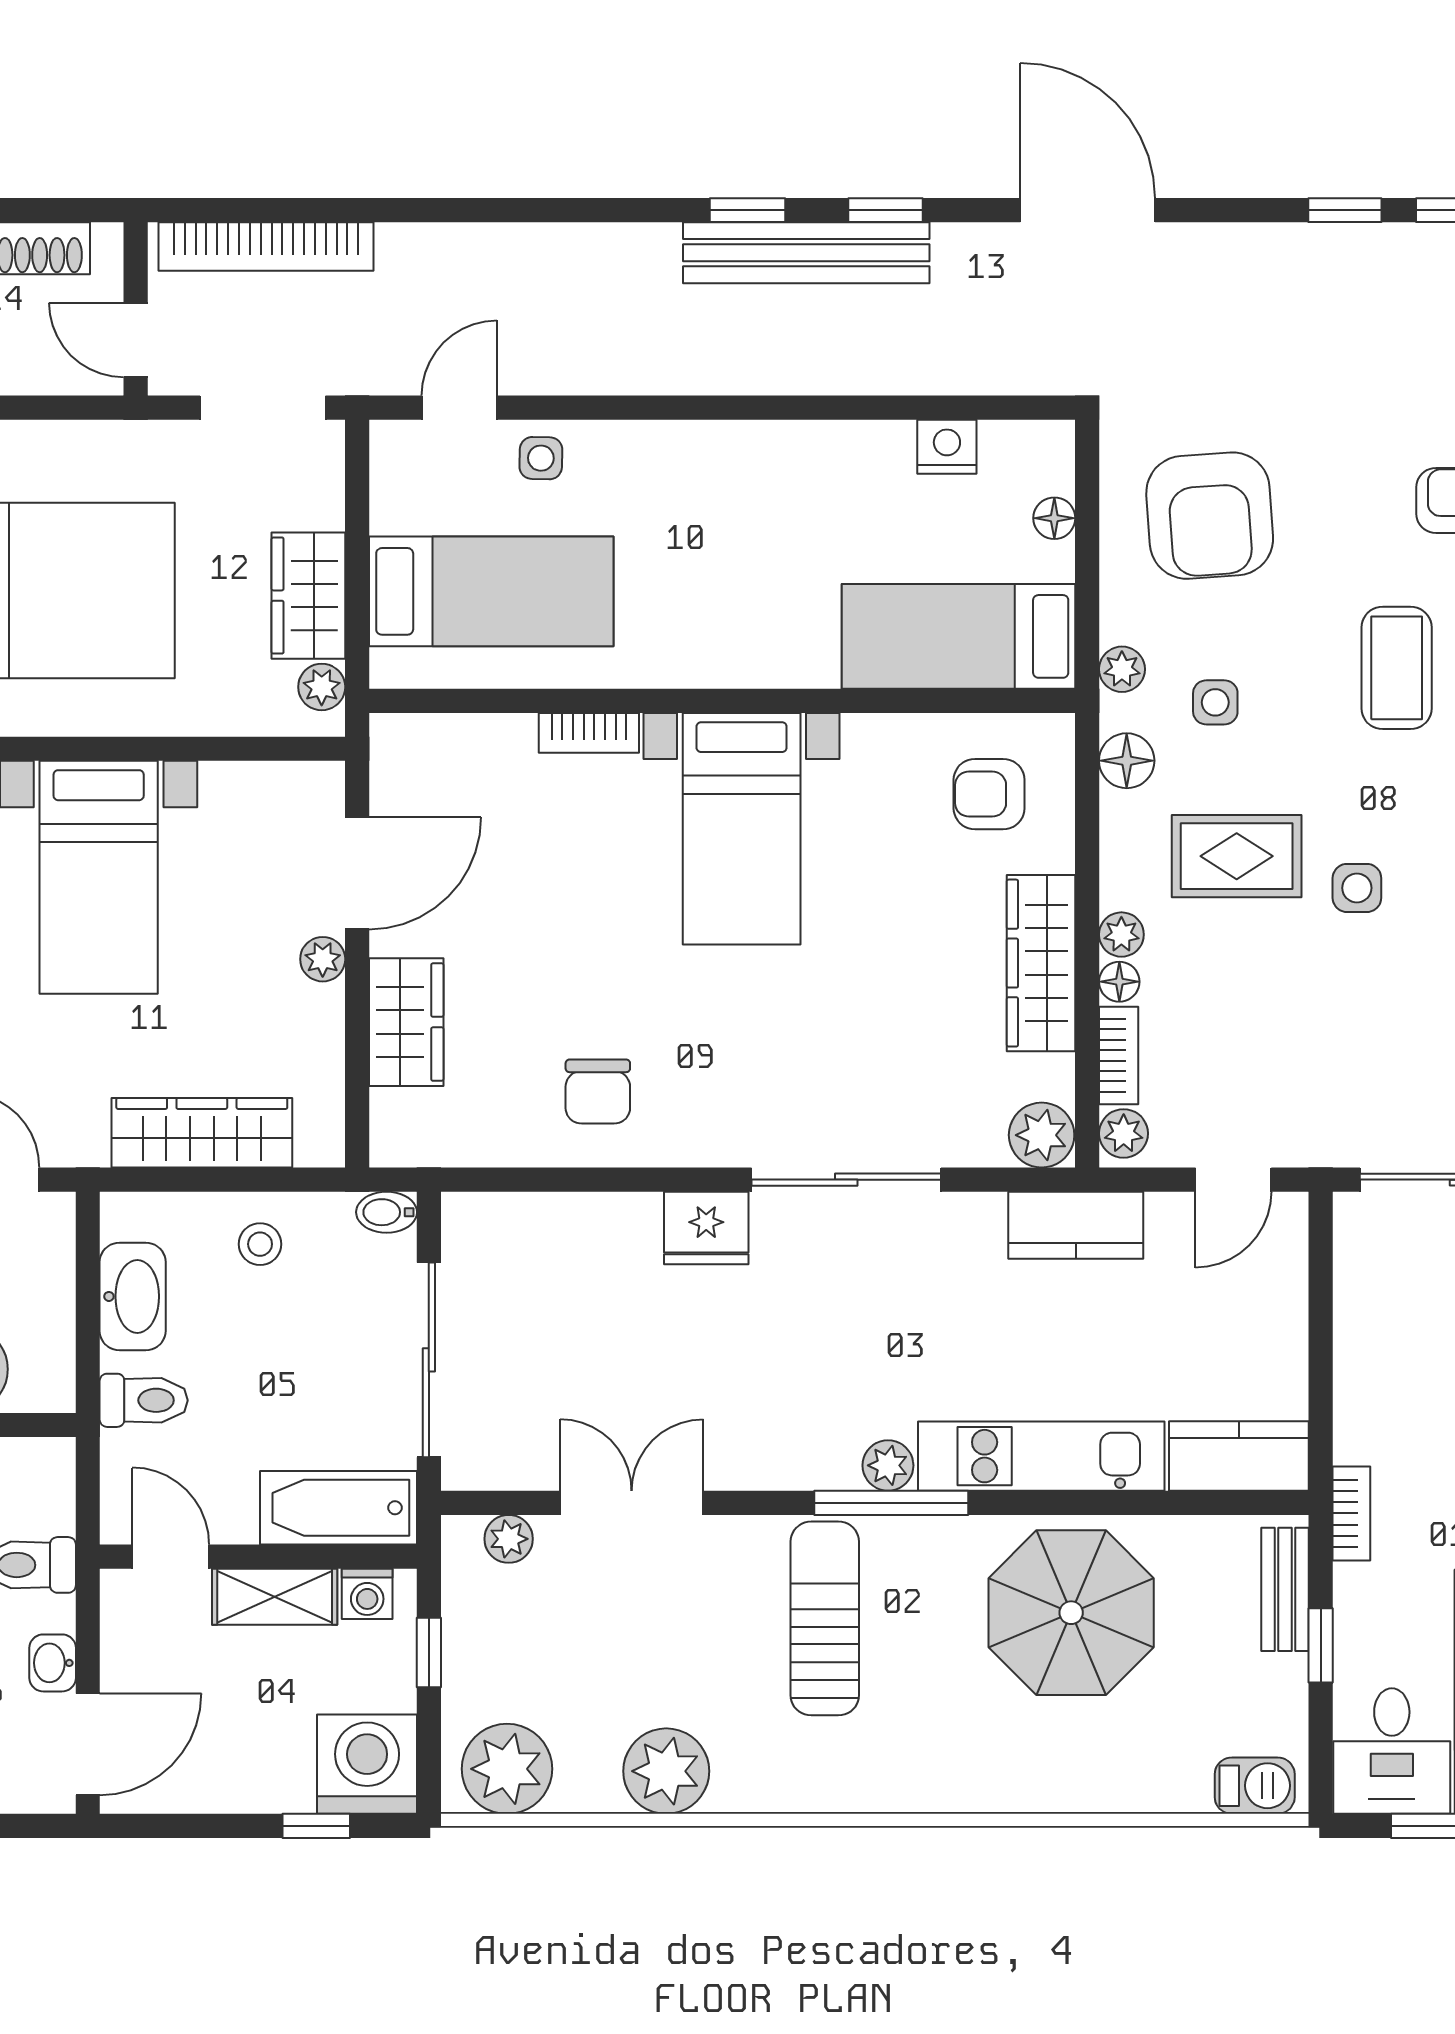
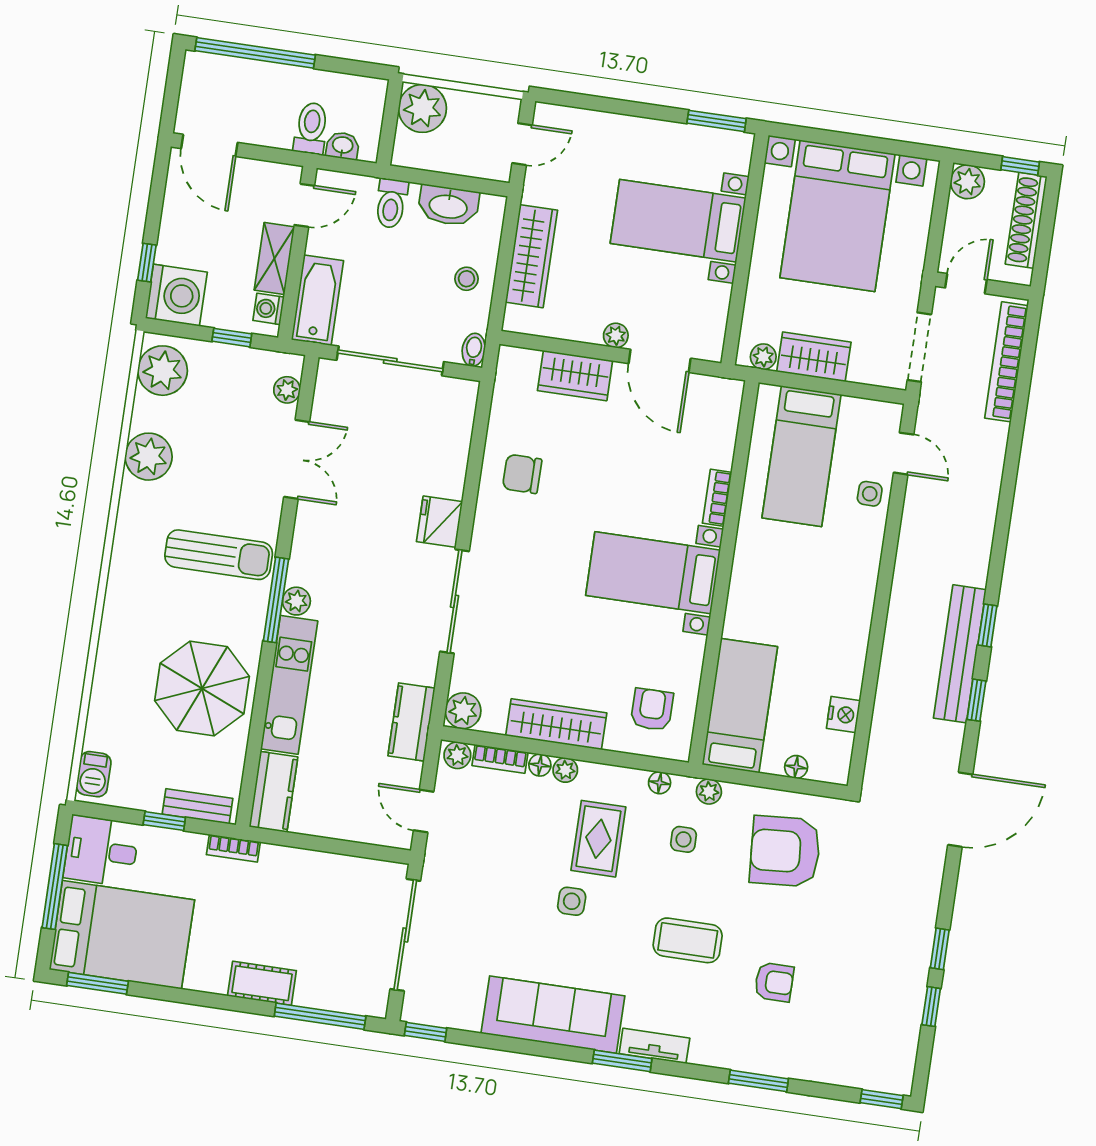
floor lamp: (1127, 761) -> (660, 783), width x0.73, depth x0.73
washbasin: (53, 1663) -> (343, 146), moved

